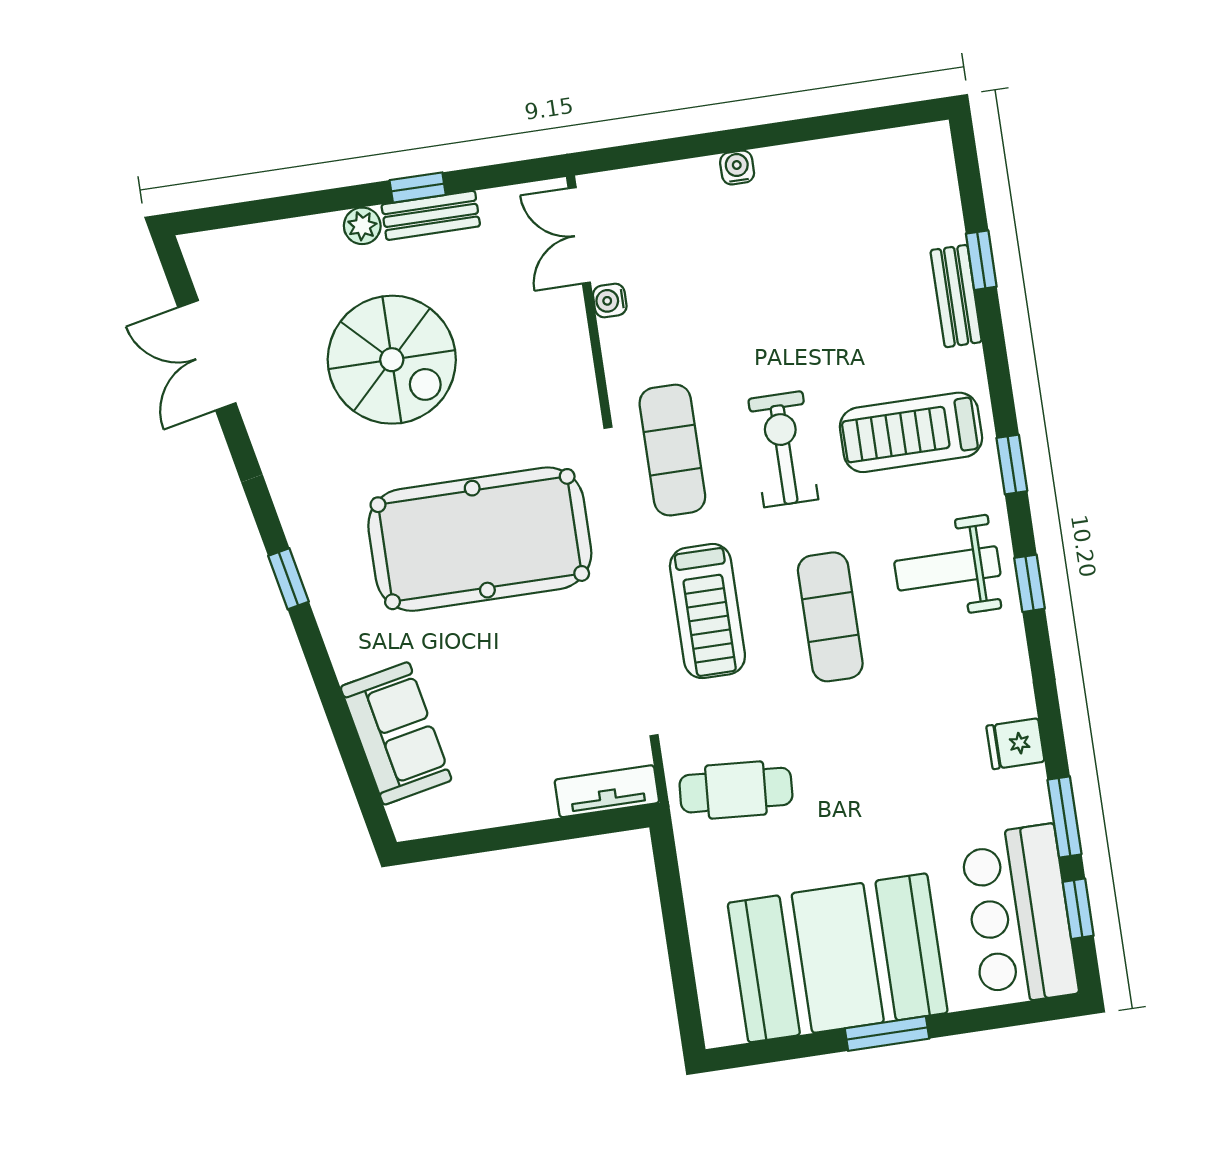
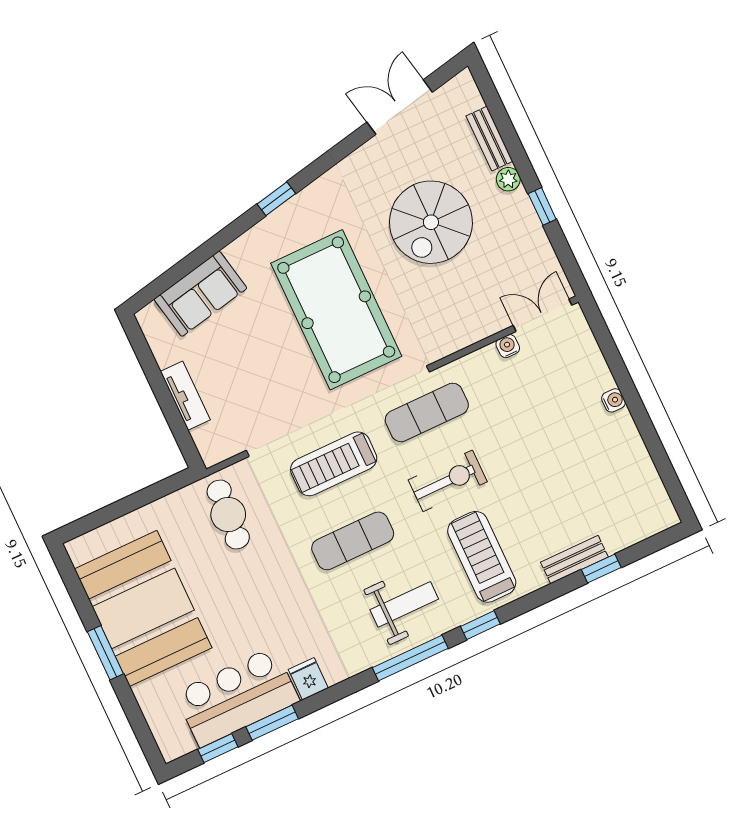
bench: (431, 215) -> (489, 139), moved
weight bench: (947, 568) -> (404, 604), turned 90
window: (1030, 583) -> (410, 658), width x2.17
tv unit: (607, 791) -> (185, 396), moved
bar counter: (1019, 915) -> (237, 697), moved

